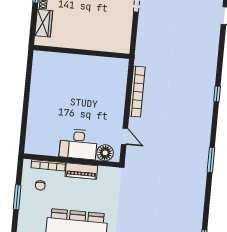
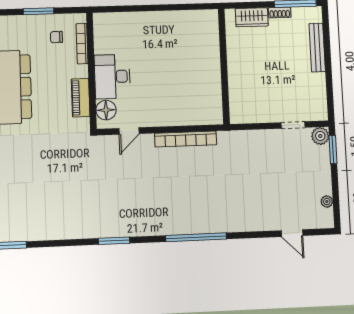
window: (217, 94) -> (196, 237), width x3.17
piano: (81, 171) -> (81, 98), moved

